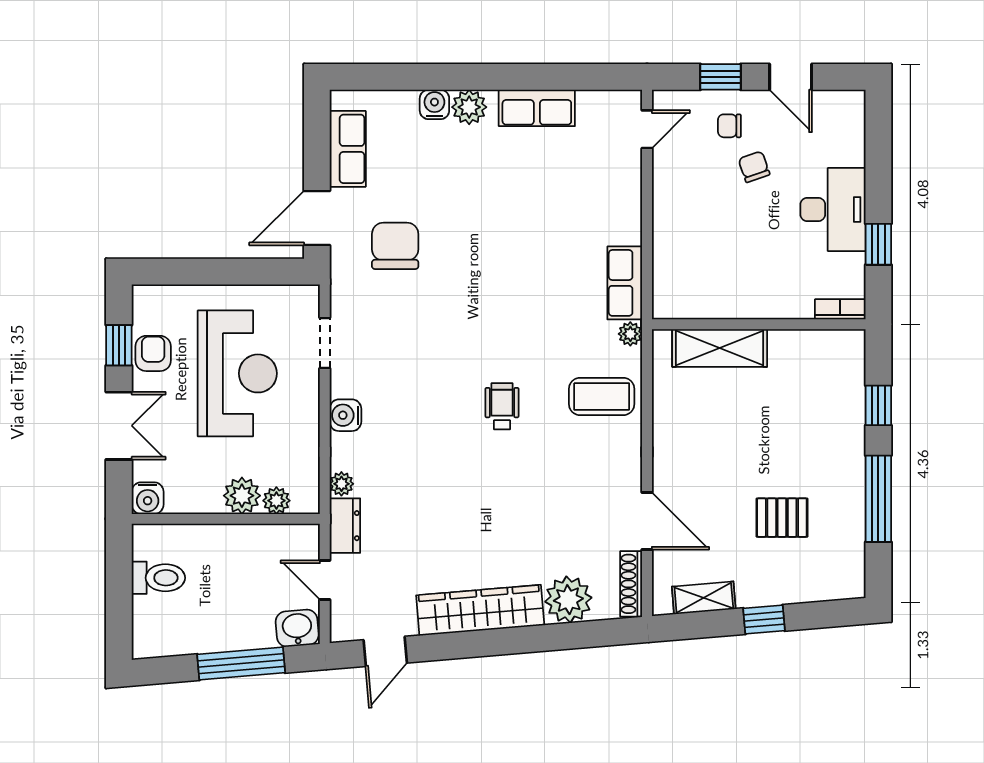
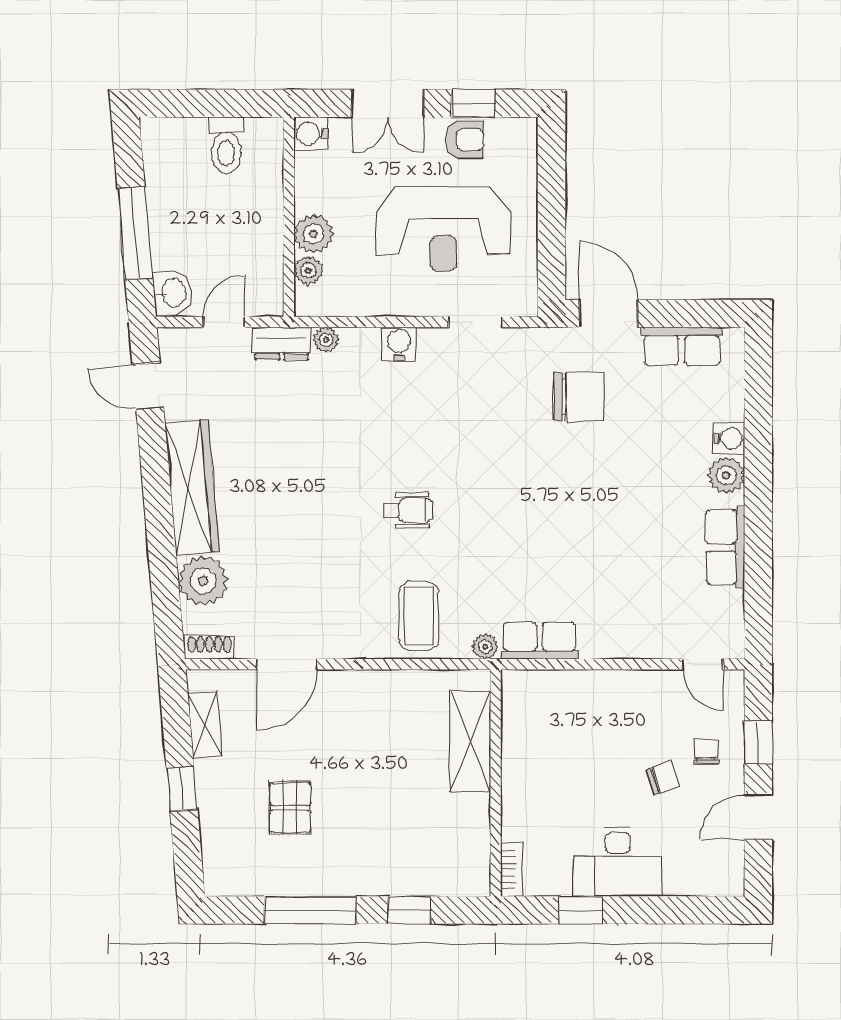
shoe rack: (631, 584) -> (209, 647), width x0.70

